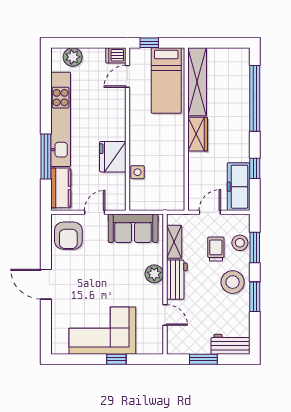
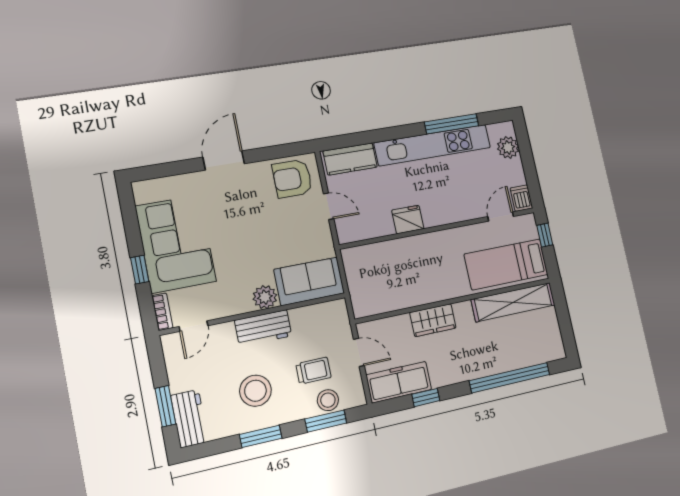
door: (127, 76) -> (501, 217), hinge flipped
wardrobe: (198, 134) -> (433, 320), moved
window: (46, 157) -> (452, 124), moved
fridge: (113, 157) -> (408, 220), width x0.73, depth x0.75
side table: (138, 172) -> (390, 251), removed
sofa: (133, 228) -> (309, 281), moved, turned 90
shelving: (174, 242) -> (312, 314), removed
stool: (233, 282) -> (255, 391), moved
door: (165, 315) -> (193, 326), moved
bookcase: (150, 349) -> (162, 312), added
window: (203, 359) -> (165, 406), moved

